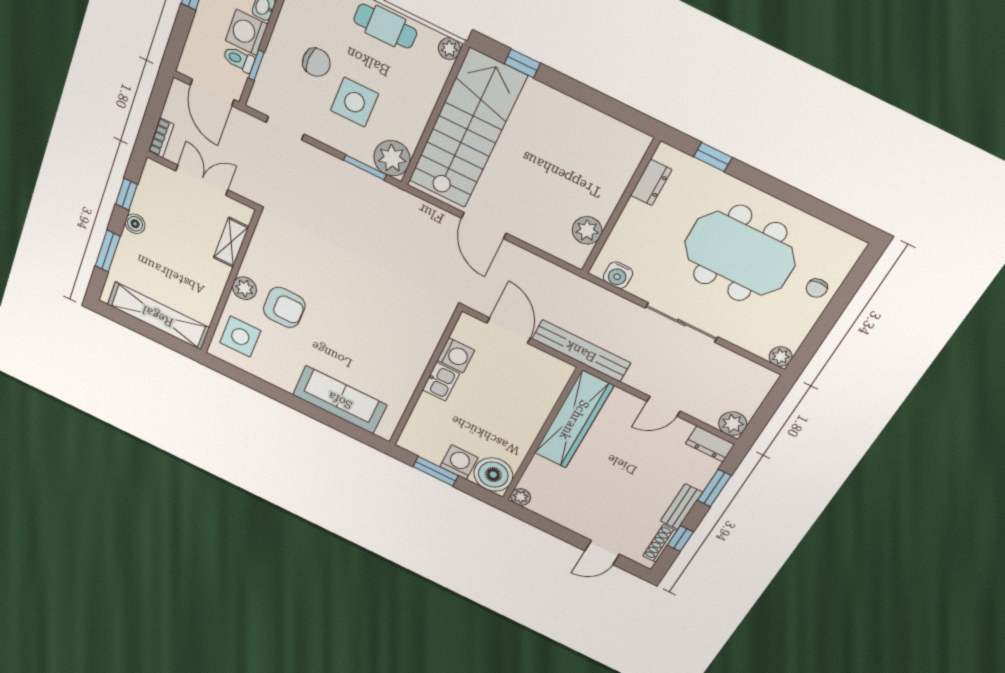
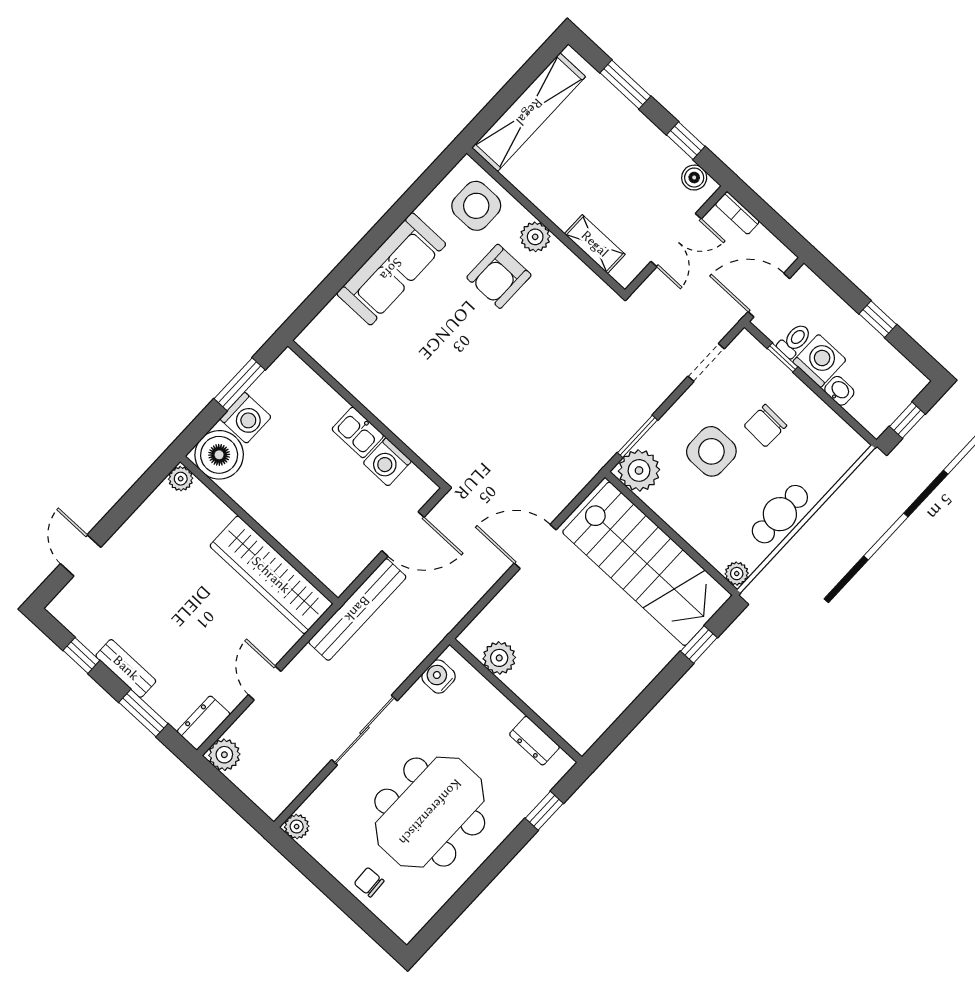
boiler: (135, 224) -> (694, 178), moved
sofa: (340, 400) -> (391, 269), moved
shoe rack: (660, 543) -> (79, 629), removed

